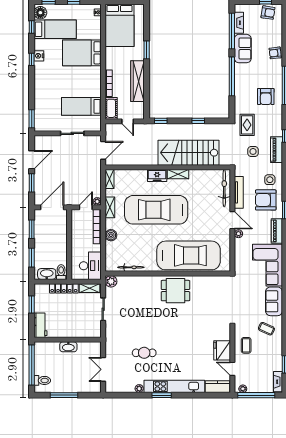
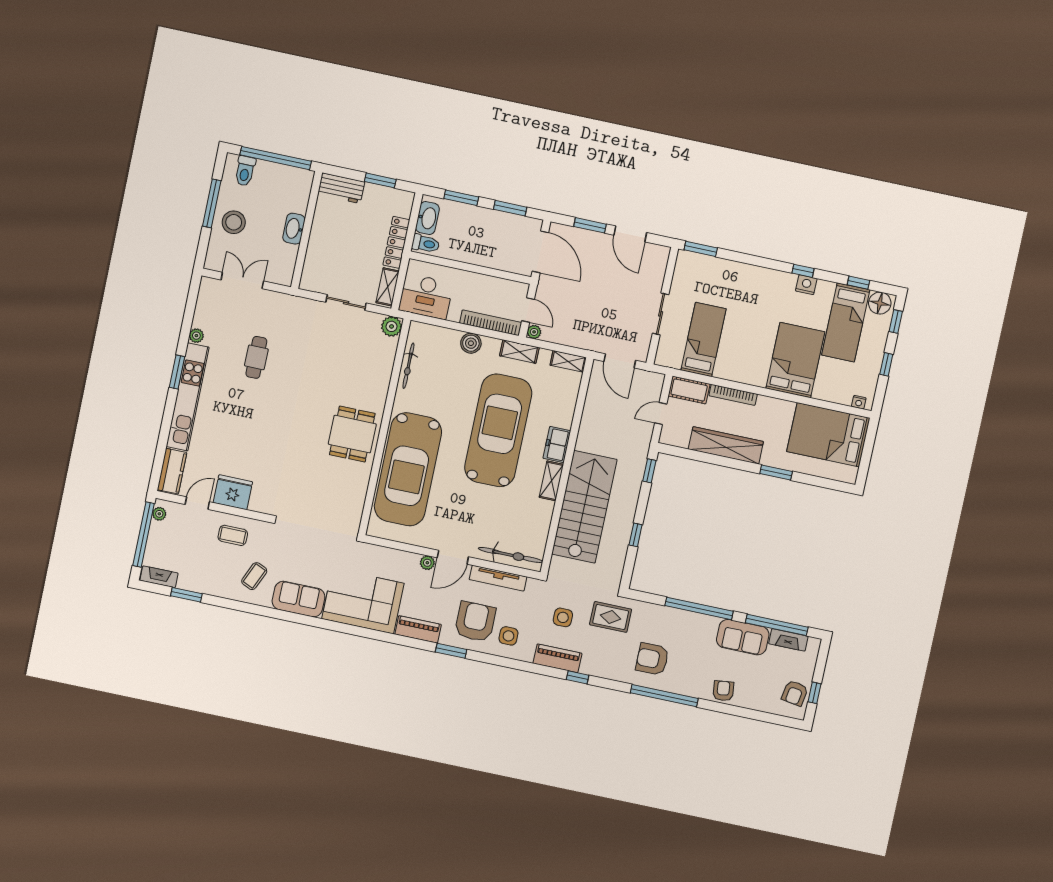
stool: (72, 381) -> (234, 222), added

